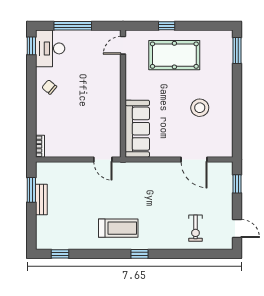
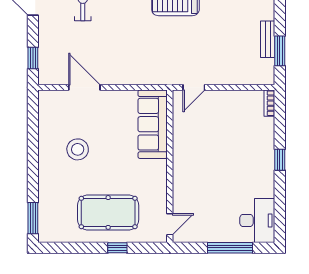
window: (31, 46) -> (280, 160), moved
chair: (49, 87) -> (258, 174), removed
door: (103, 159) -> (194, 87), swing flipped

